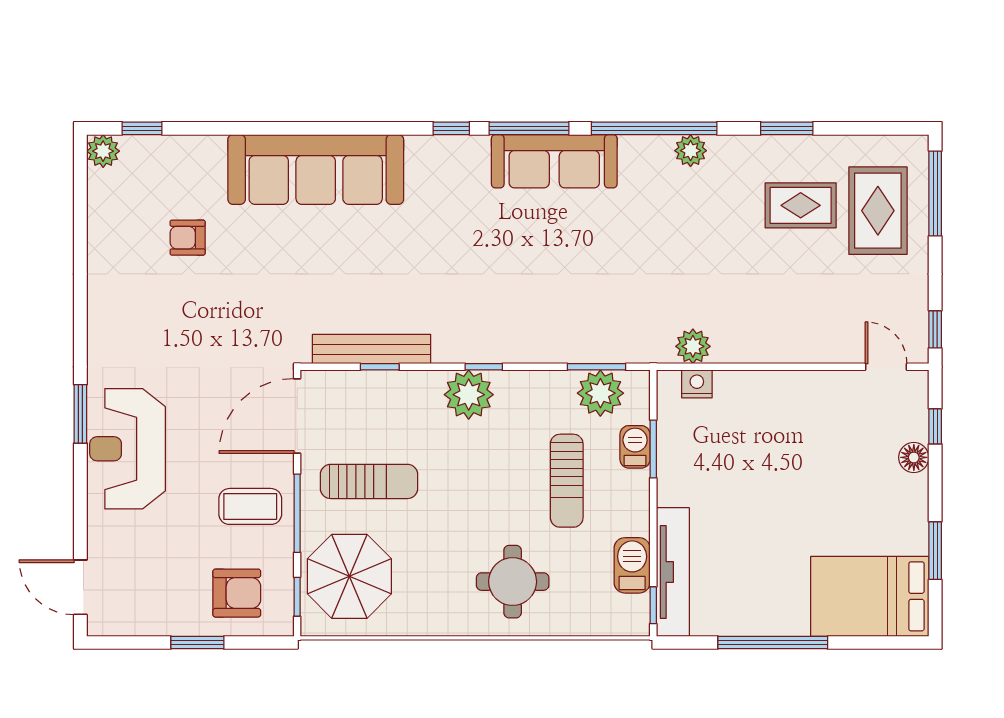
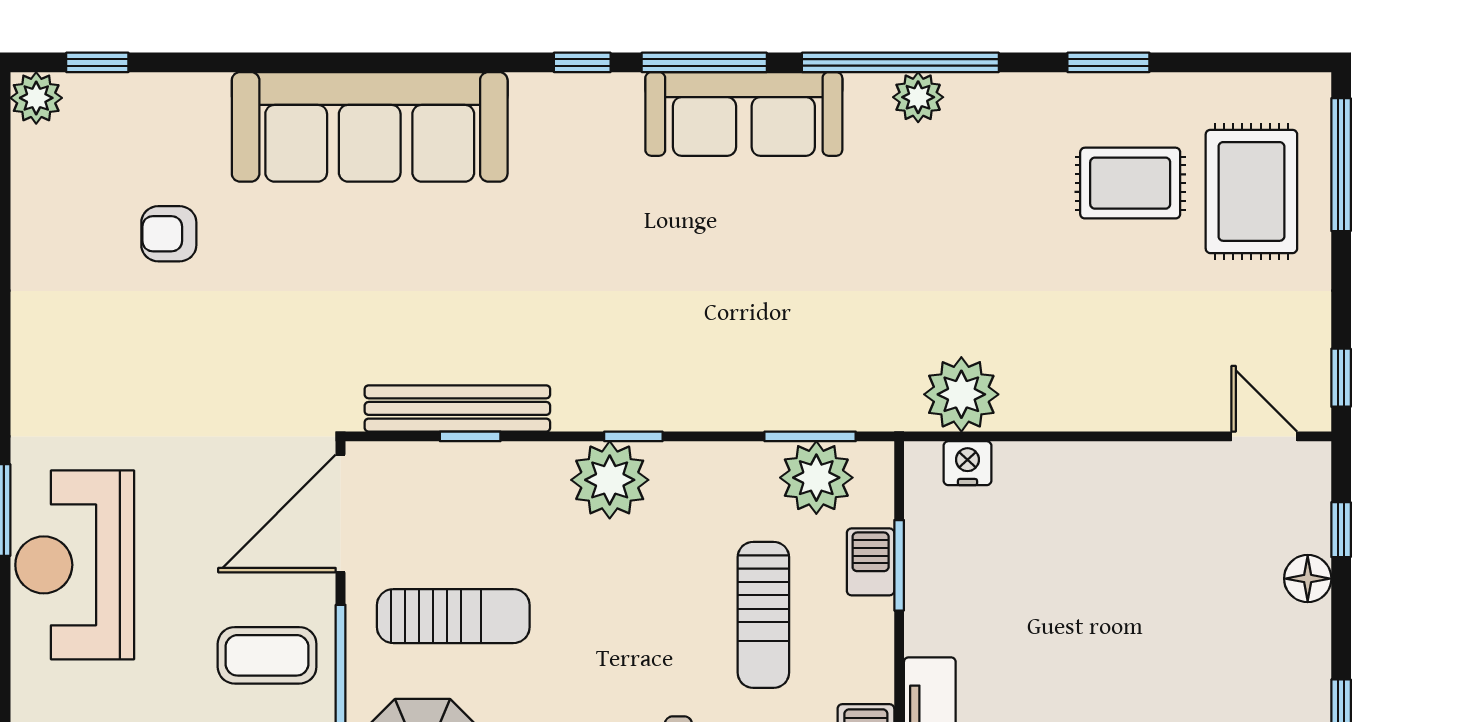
plant: (691, 151) -> (918, 97), moved
plant: (693, 346) -> (961, 394), width x1.36, depth x1.36

